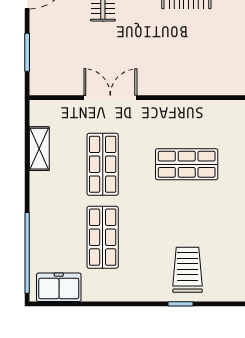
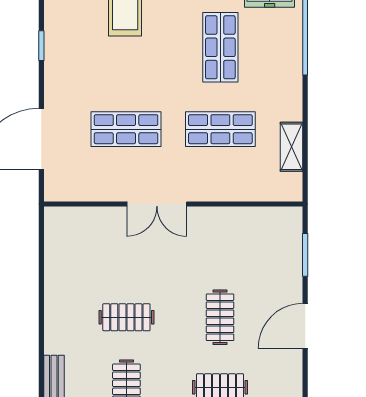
double door: (110, 98) -> (157, 204), moved
shop shelf: (103, 164) -> (220, 129), turned 90

